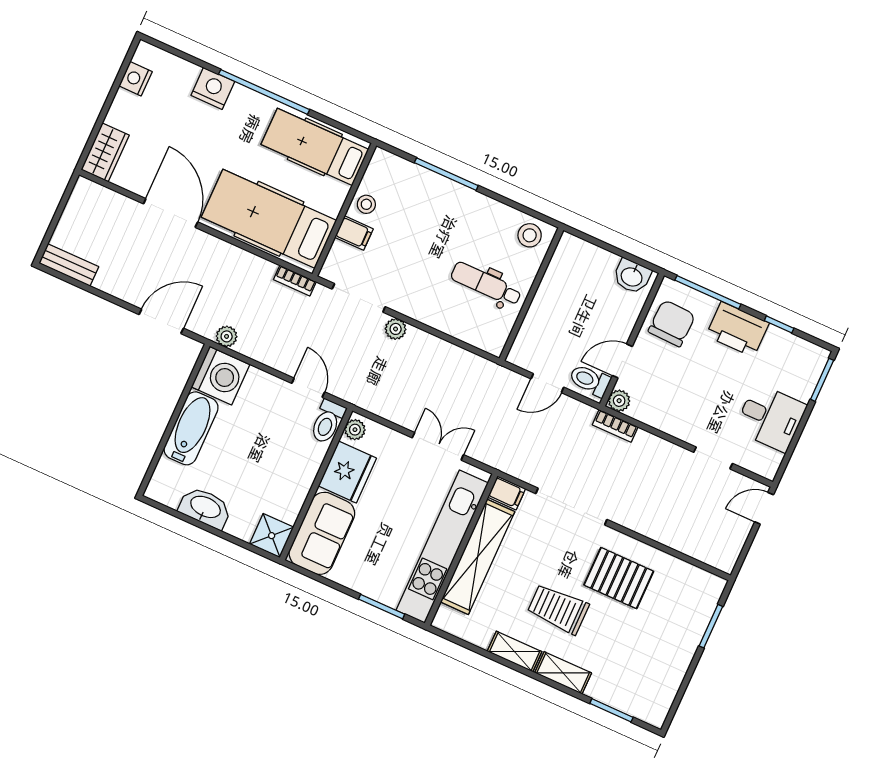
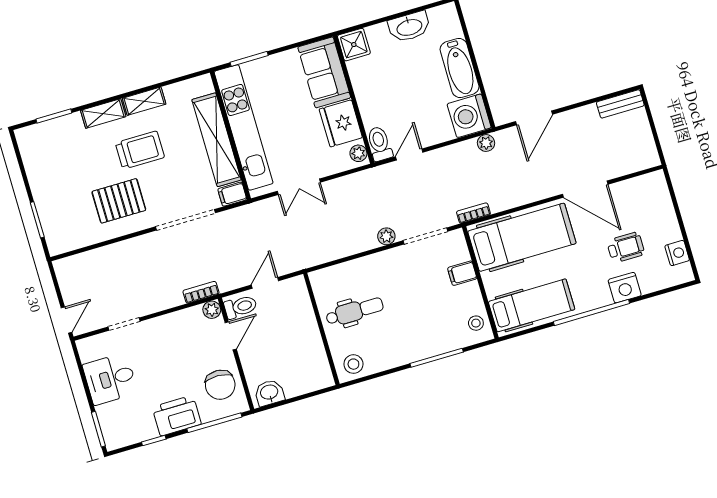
wheelchair: (179, 125) -> (626, 247), added
wardrobe: (105, 152) -> (657, 192), removed
stool: (366, 204) -> (476, 323), moved
door: (308, 388) -> (409, 154), swing flipped

